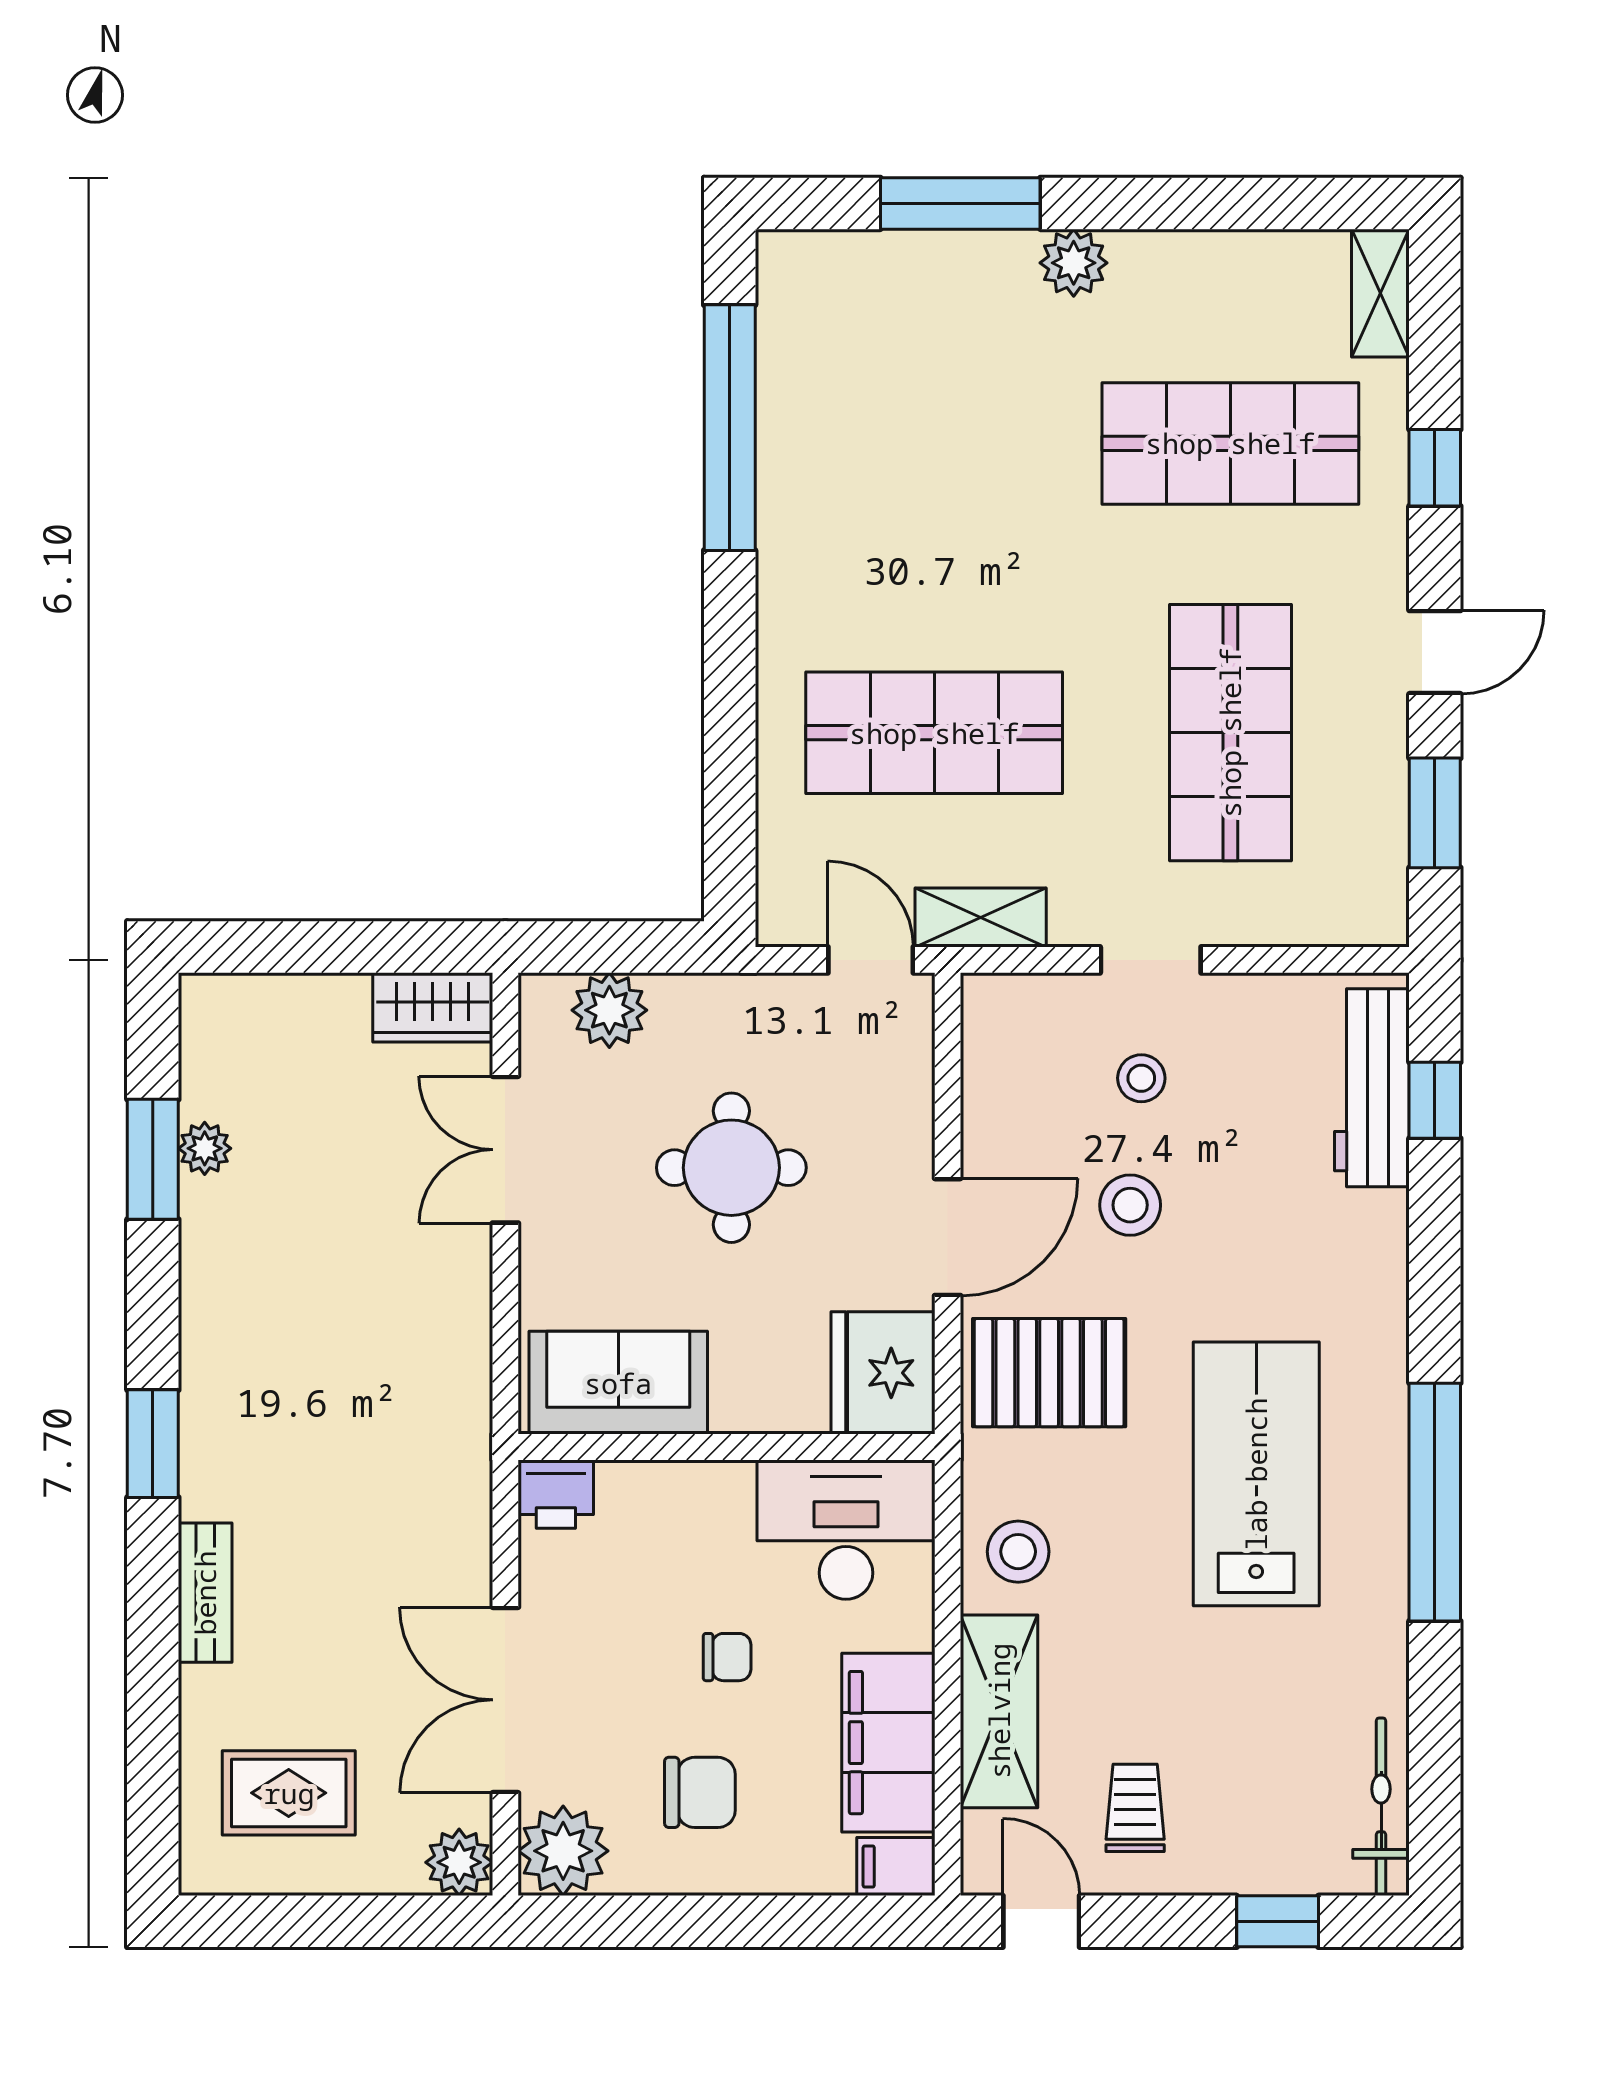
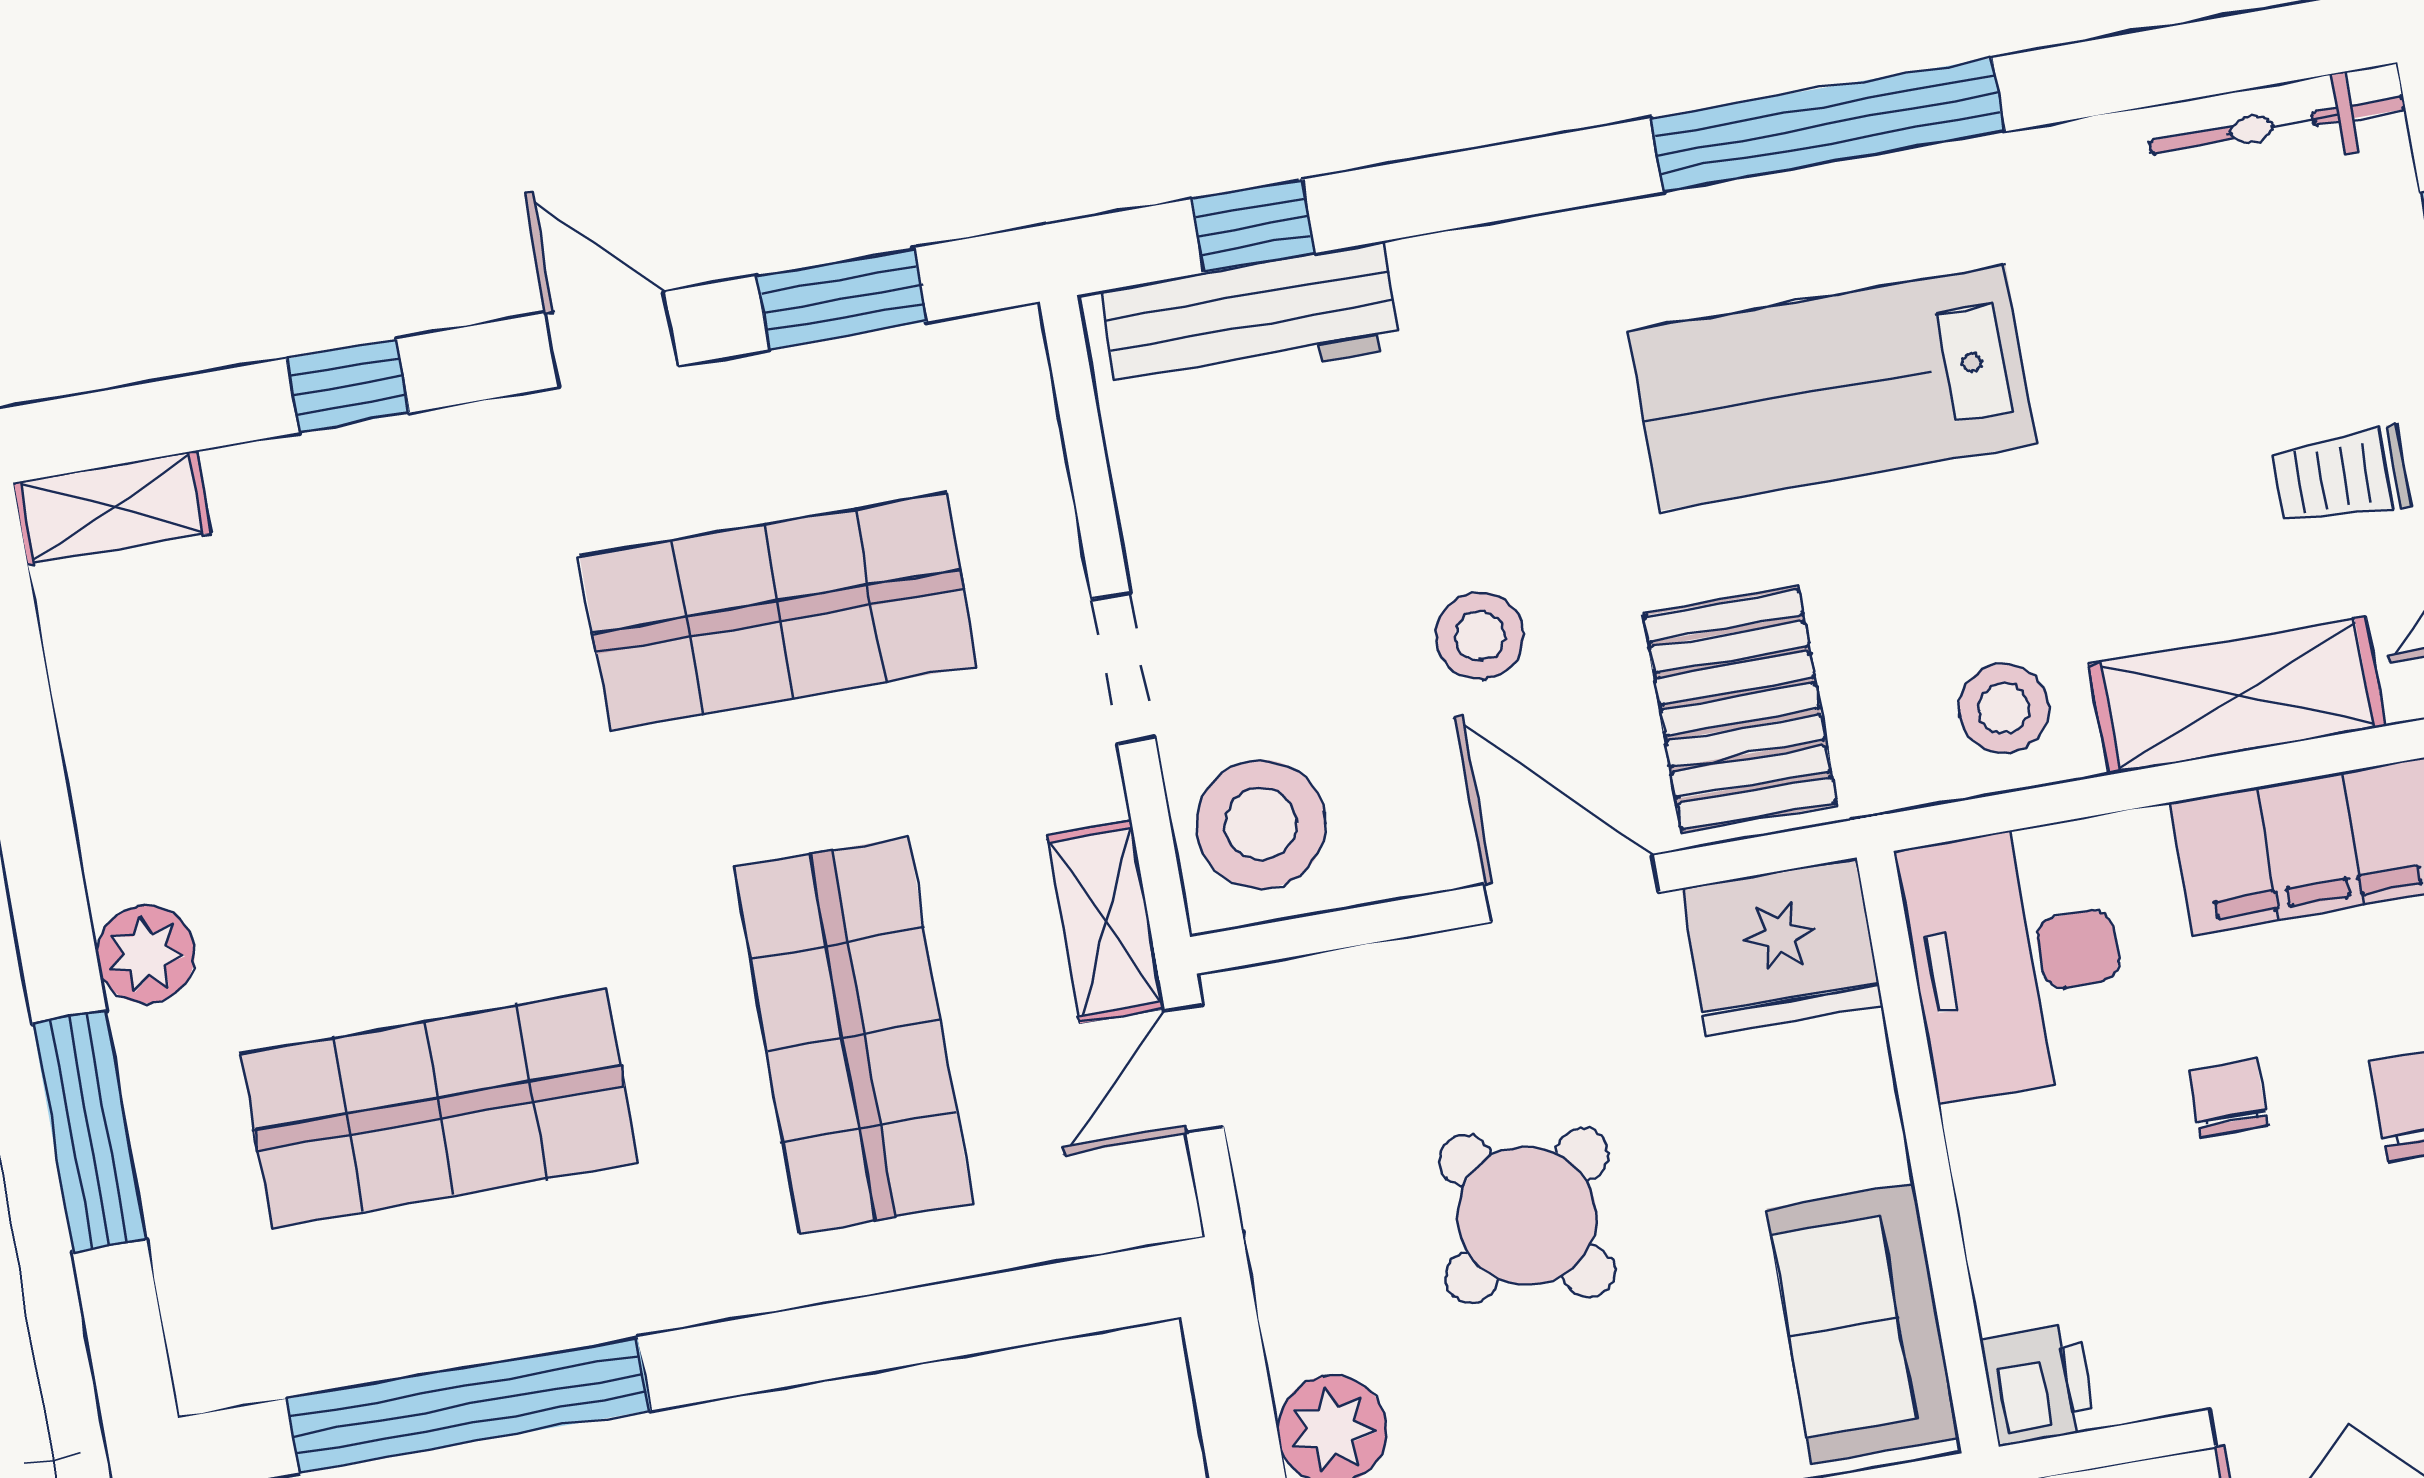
shop shelf: (1230, 443) -> (439, 1108), moved, turned 90
stool: (1141, 1078) -> (1261, 824), moved, width x1.89, depth x1.89
round table: (731, 1168) -> (1527, 1216), turned -38

